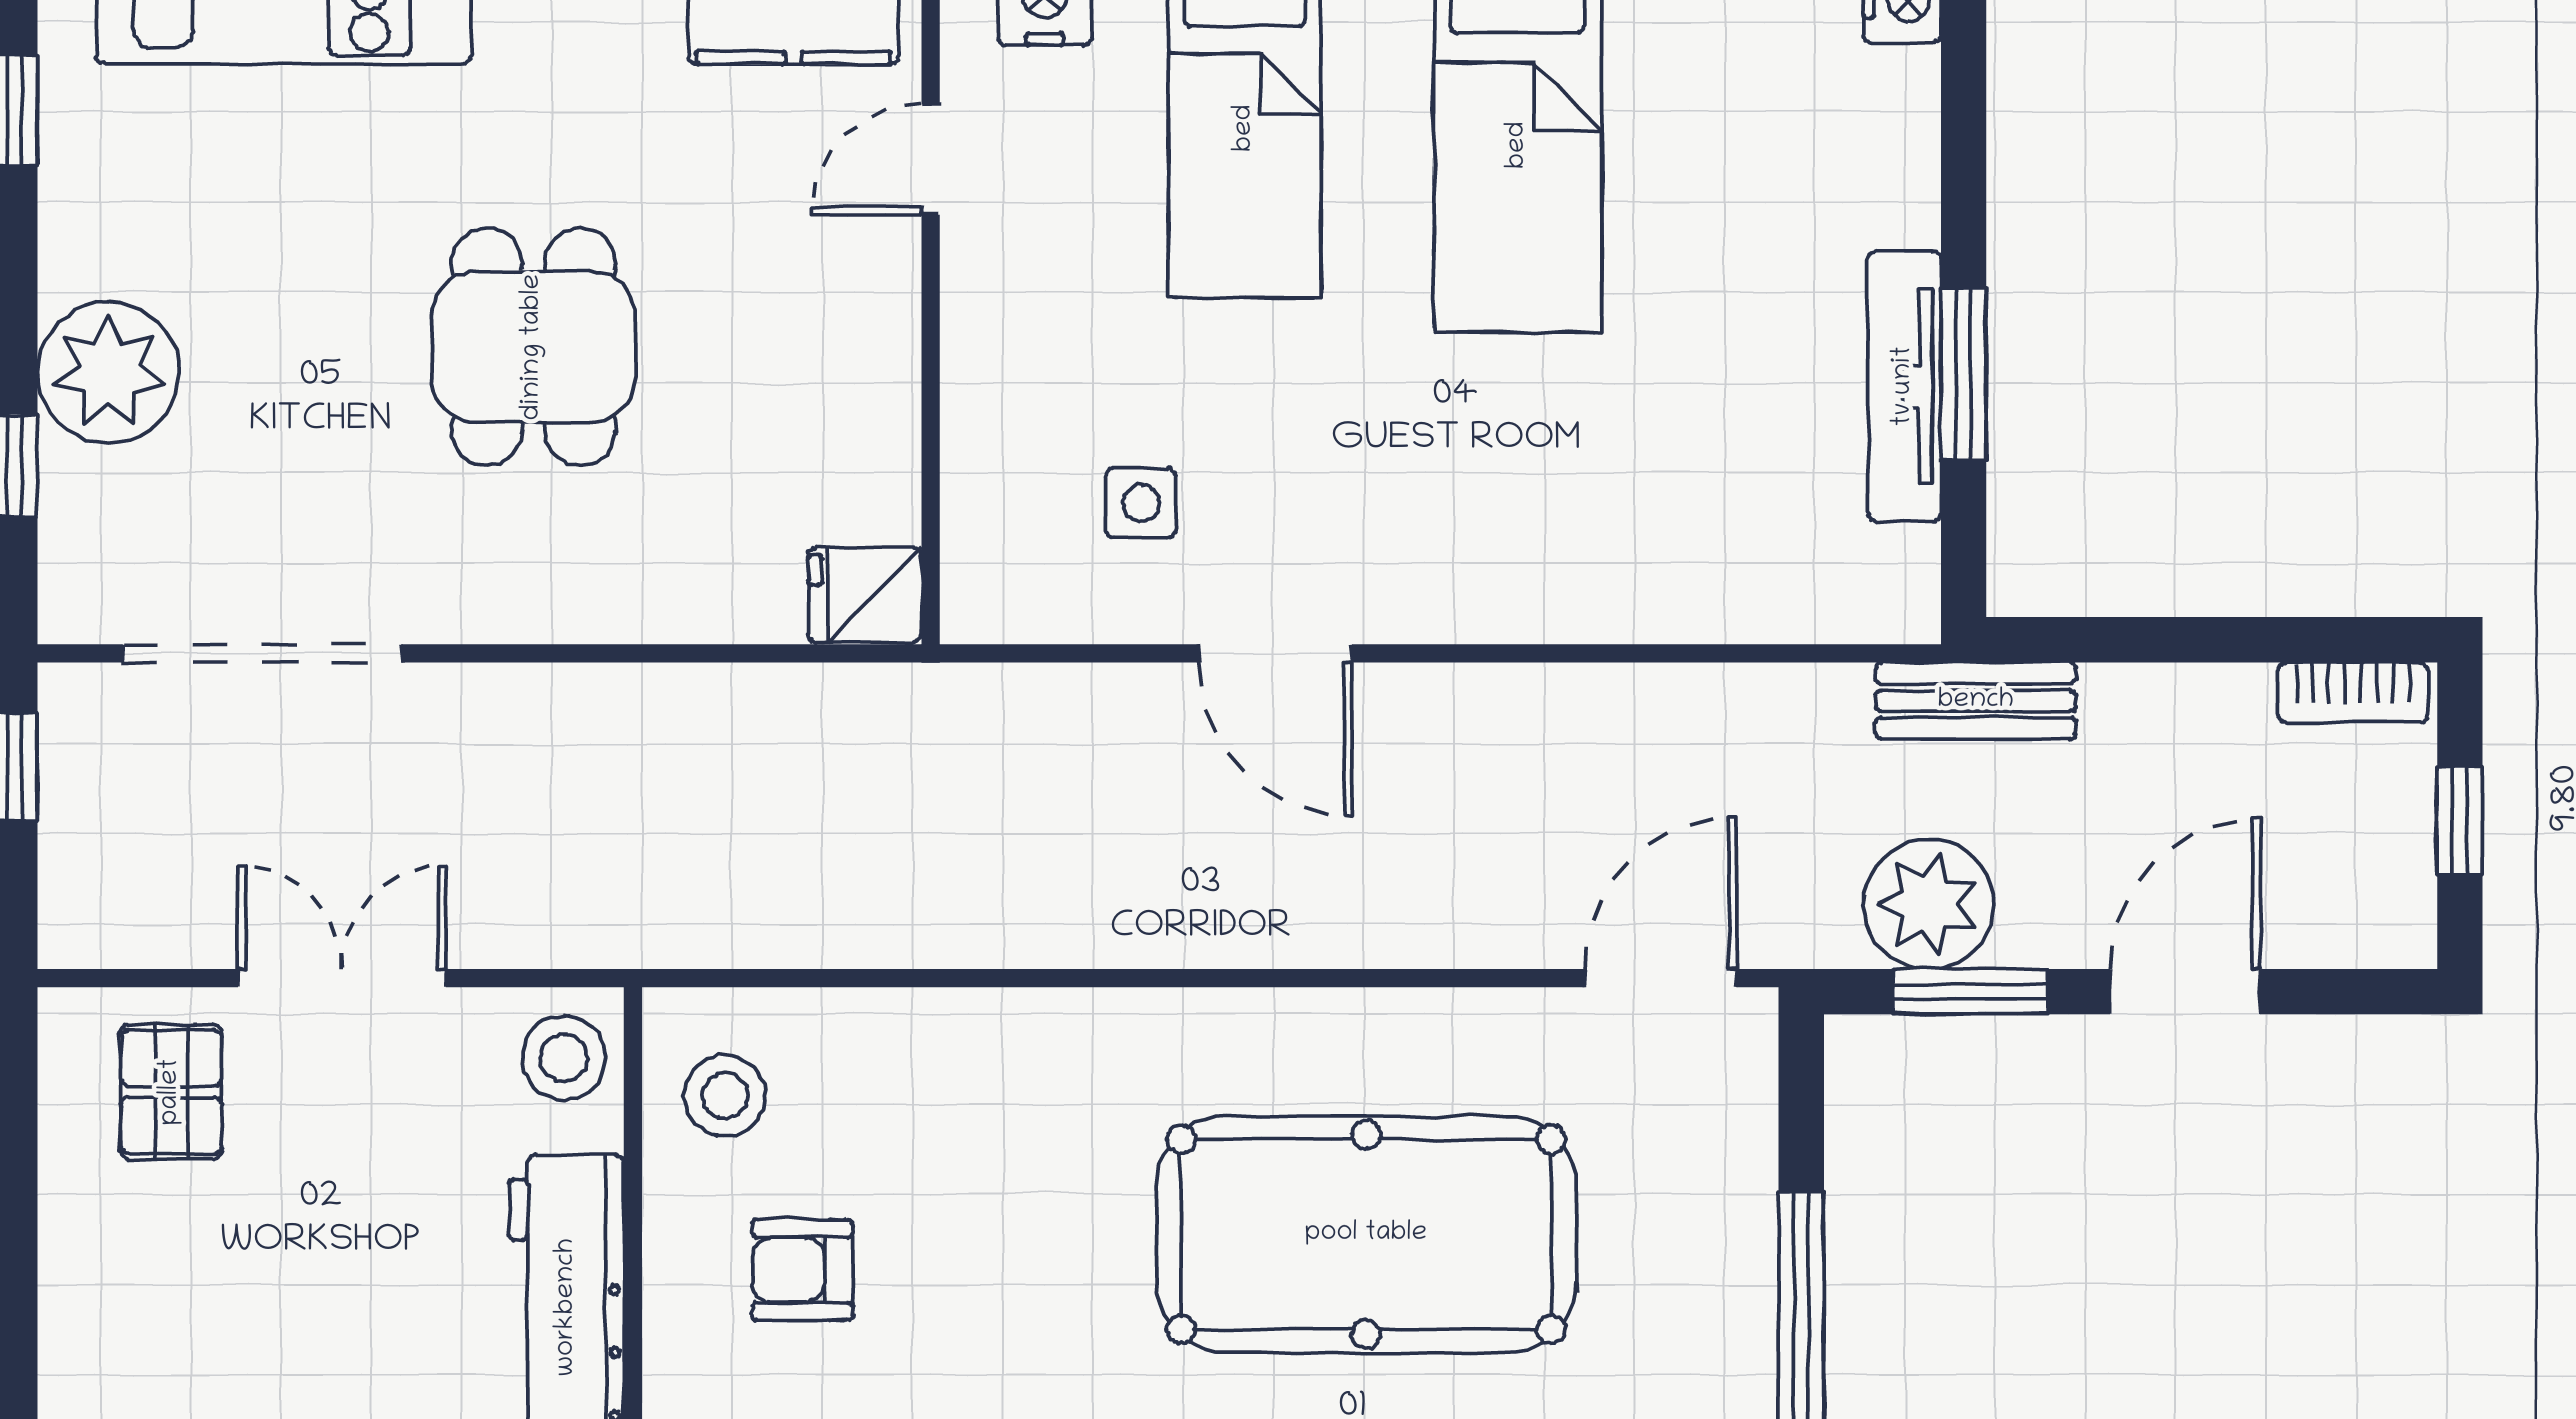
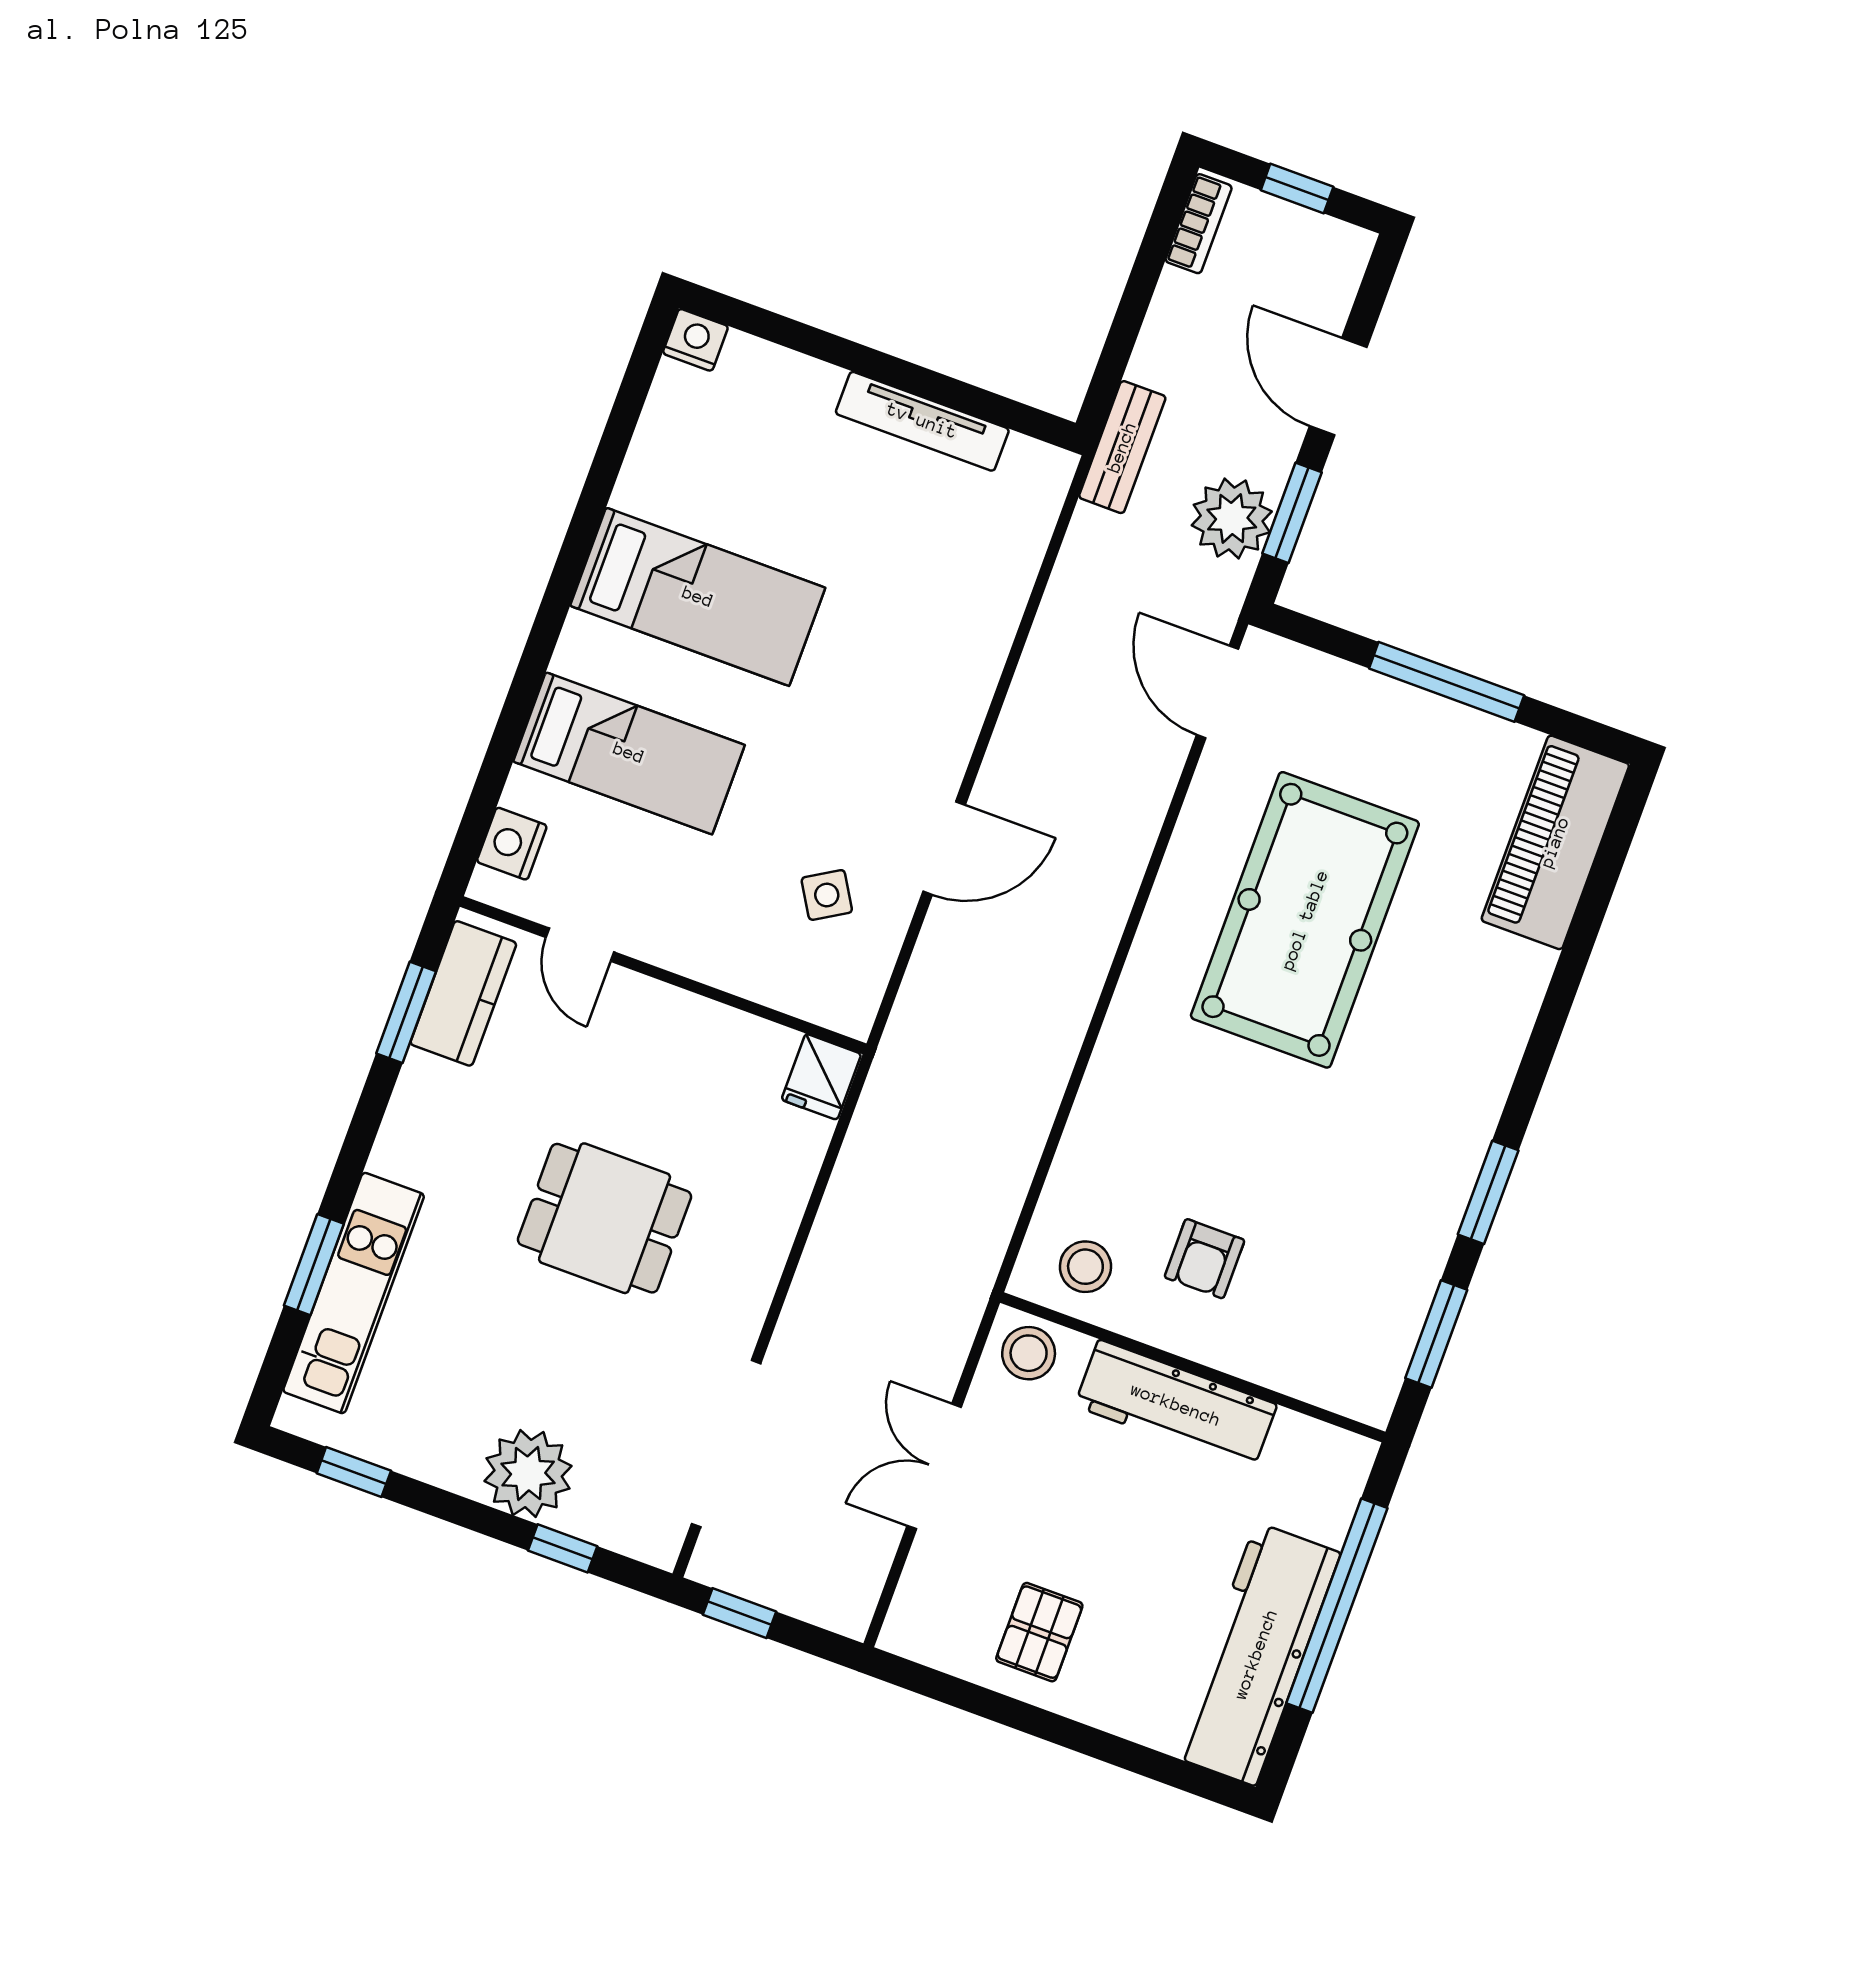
window: (1964, 374) -> (928, 384), removed
side table: (1141, 503) -> (827, 895), turned -31
pallet: (171, 1092) -> (1039, 1632), moved, turned 90

